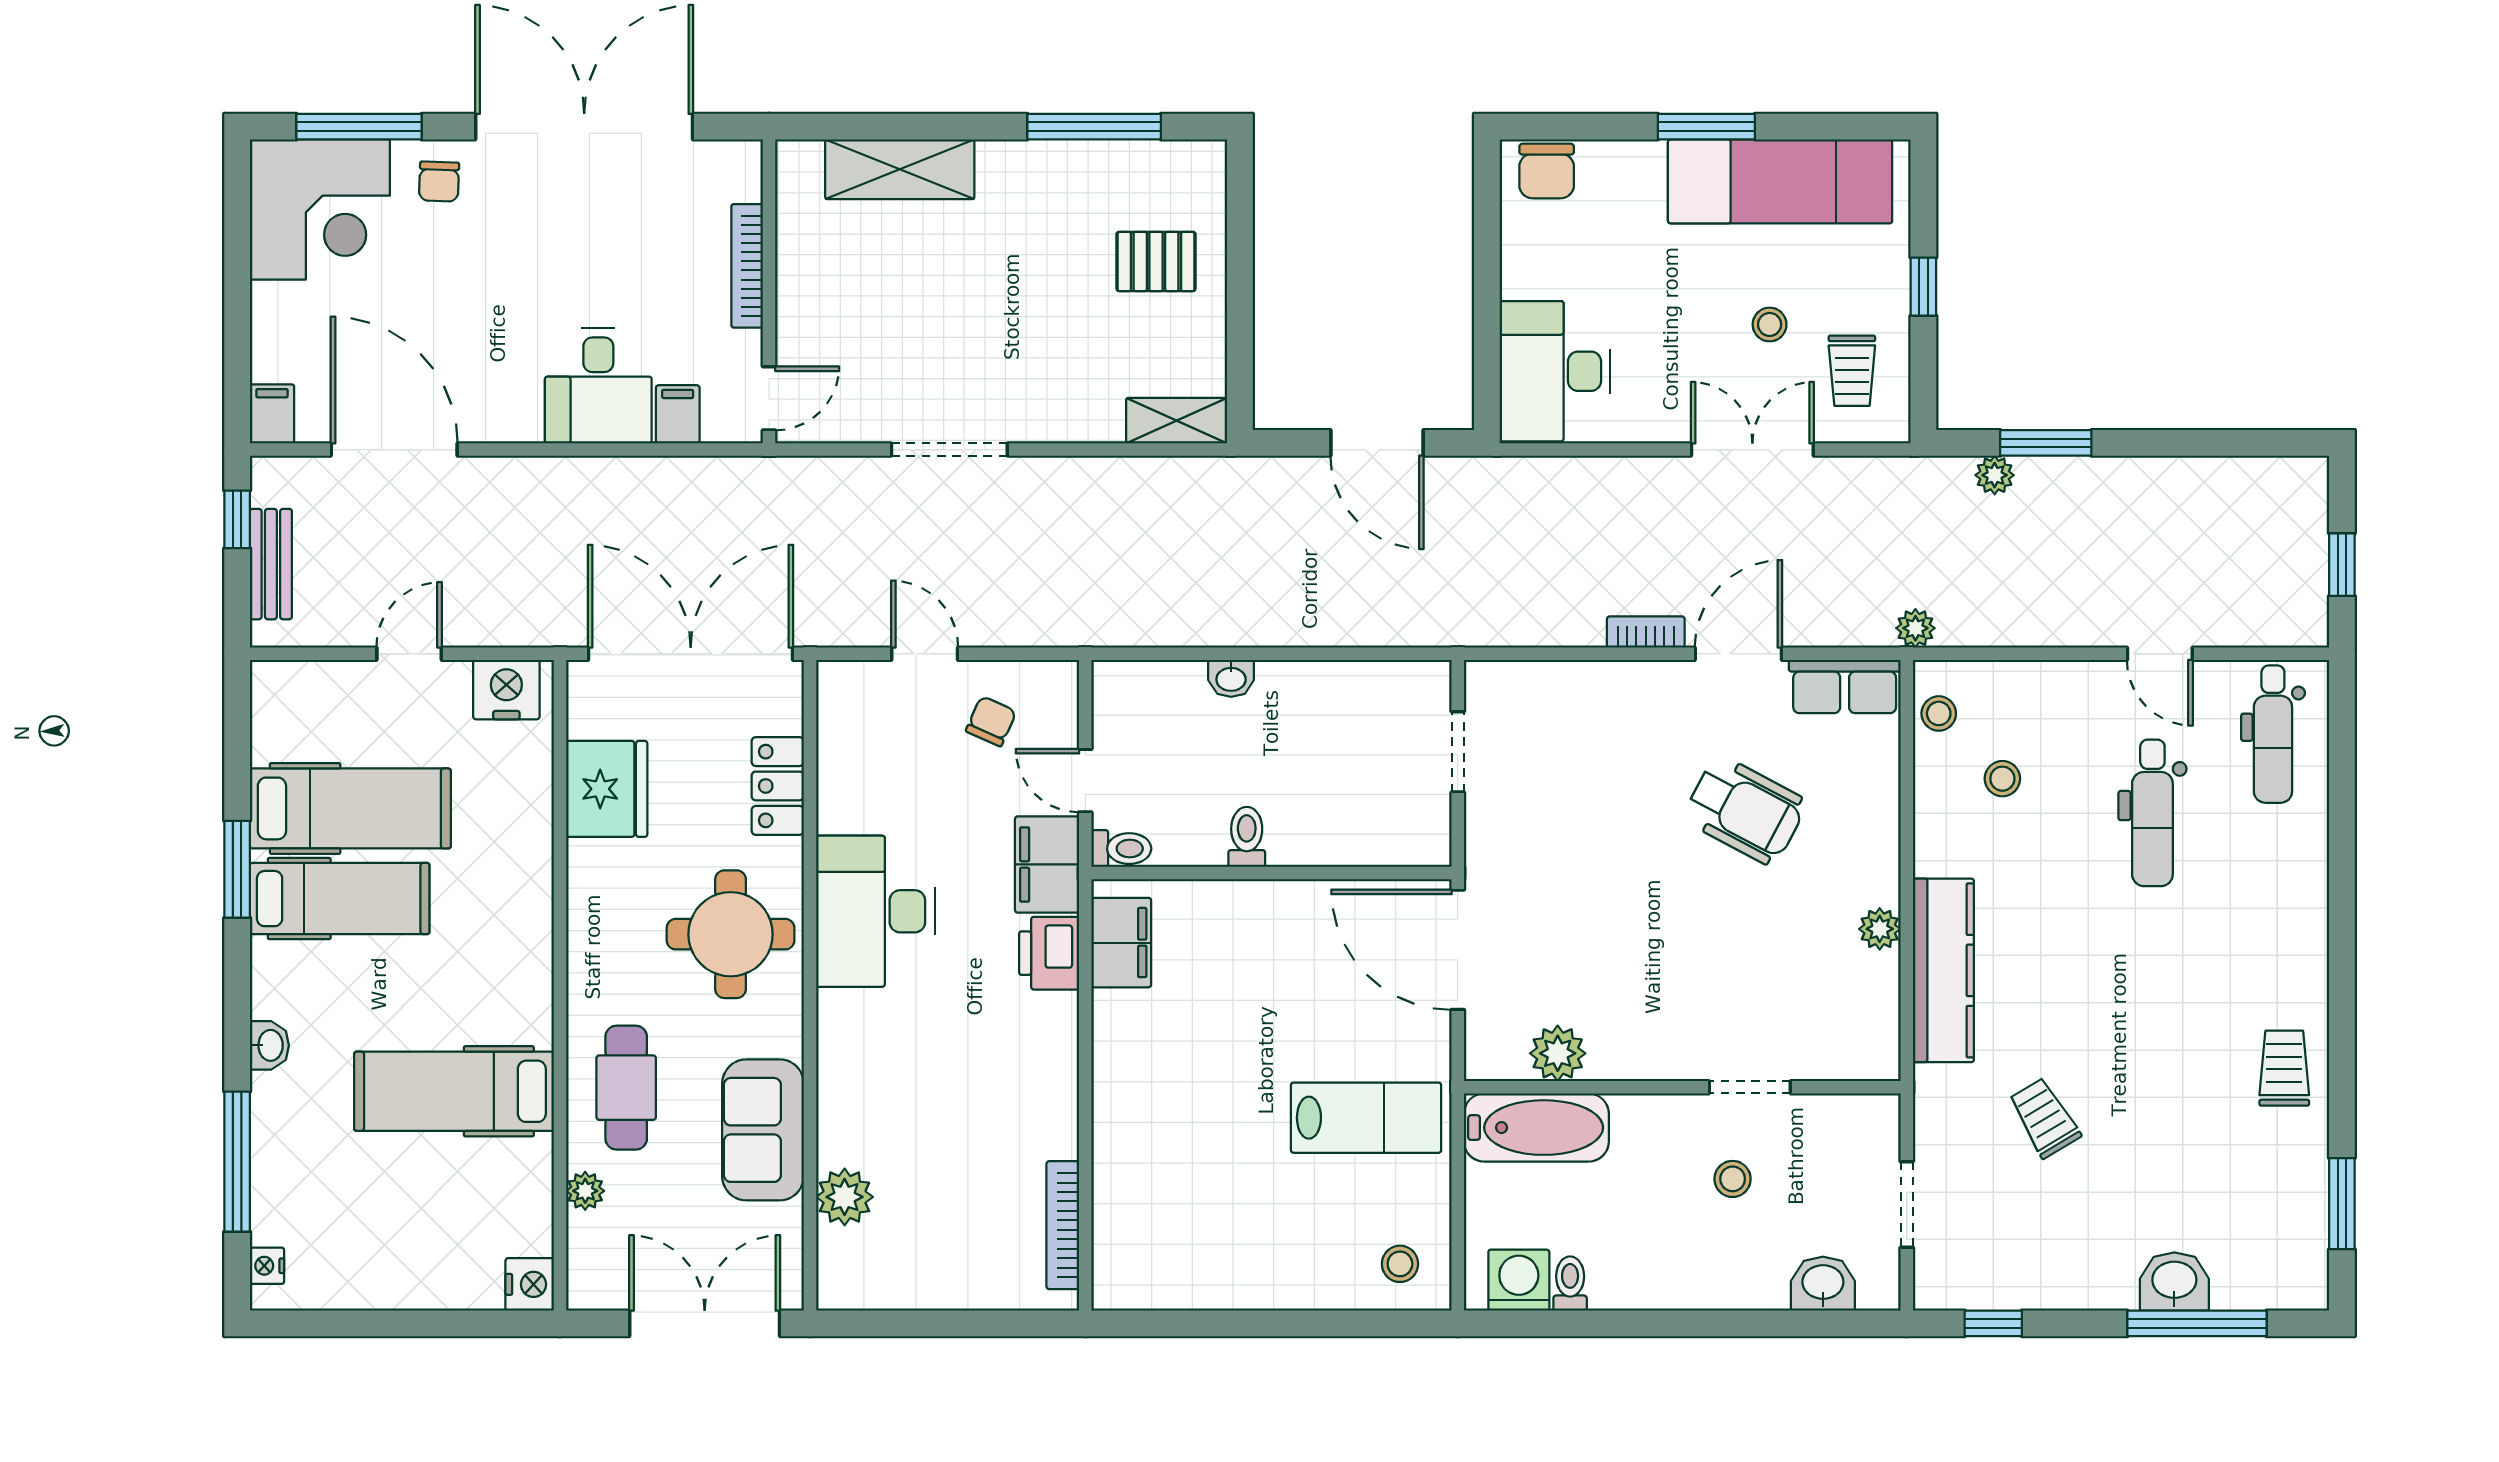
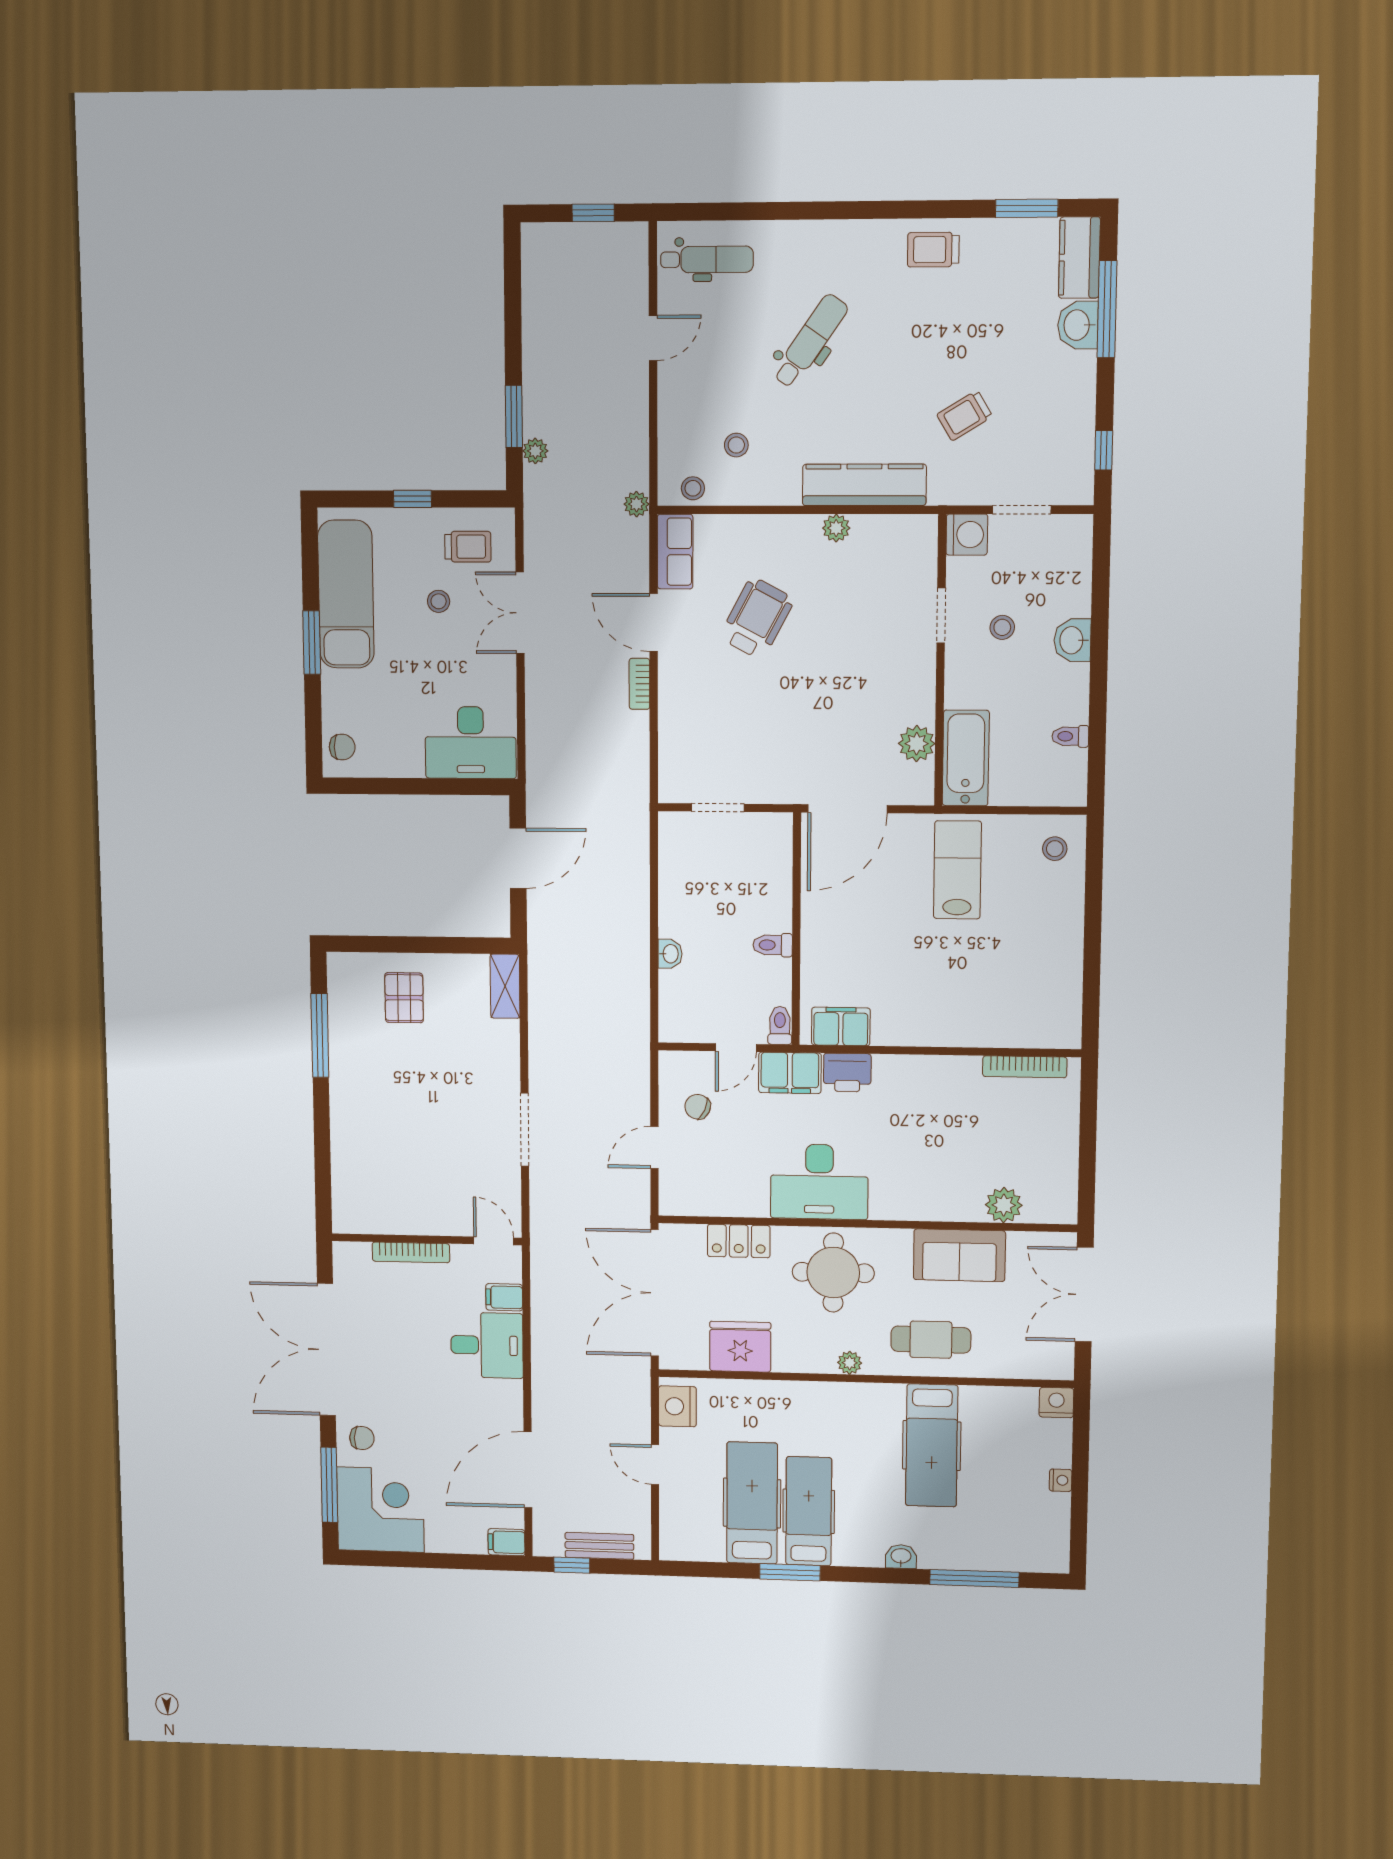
shelving: (900, 169) -> (349, 1157), removed
chair: (1547, 171) -> (342, 747), width x0.73, depth x0.73
dental chair: (2152, 813) -> (810, 341), moved, turned -55
plant: (585, 1191) -> (850, 1363), moved
nightstand: (267, 1266) -> (1061, 1480), moved, turned -90
washing machine: (1519, 1280) -> (967, 535), moved, turned 180
kitchen counter: (2271, 1282) -> (1079, 258), added
washbasin: (1823, 1284) -> (1072, 640), moved

